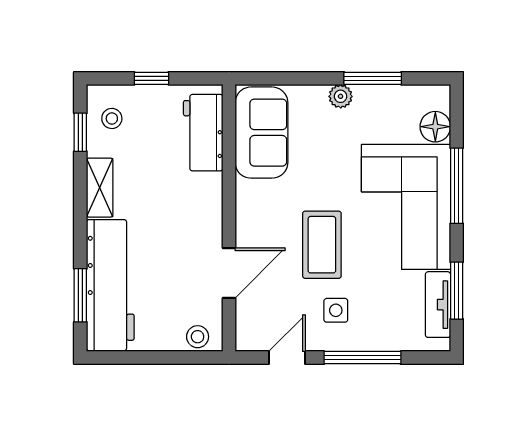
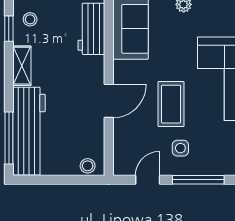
door: (229, 273) -> (109, 101), moved
window: (80, 295) -> (9, 138), width x1.44

